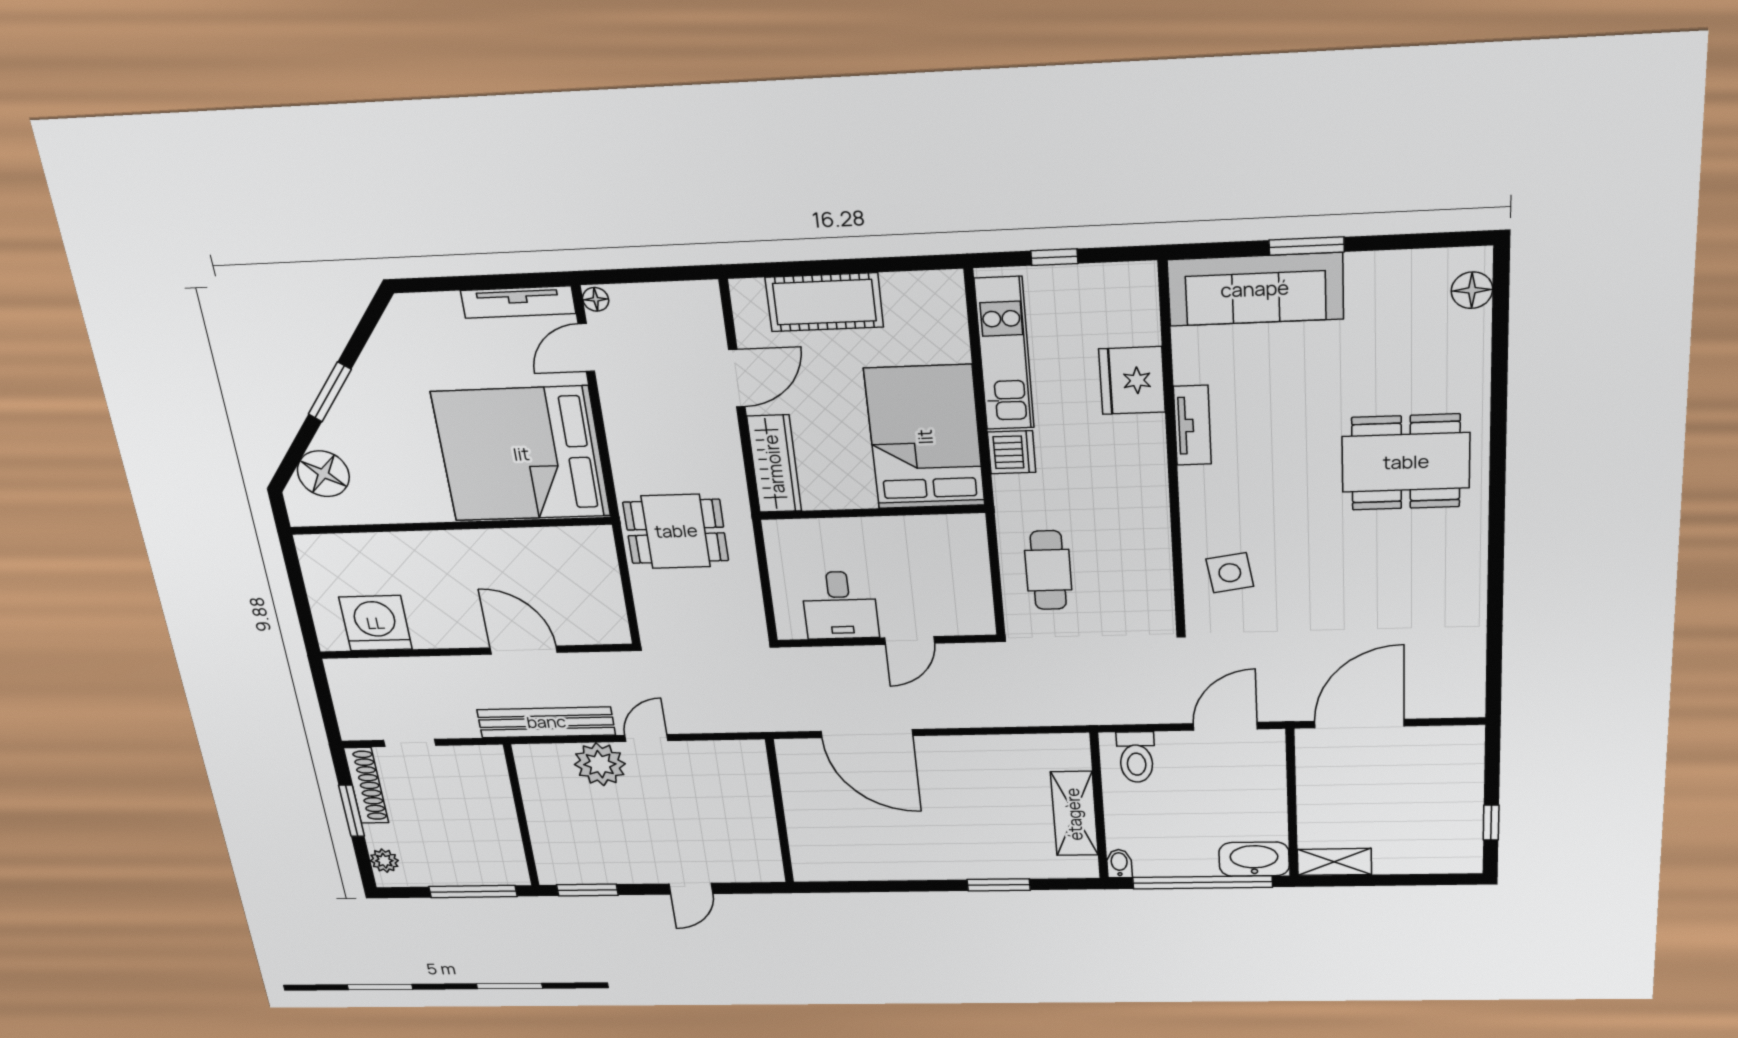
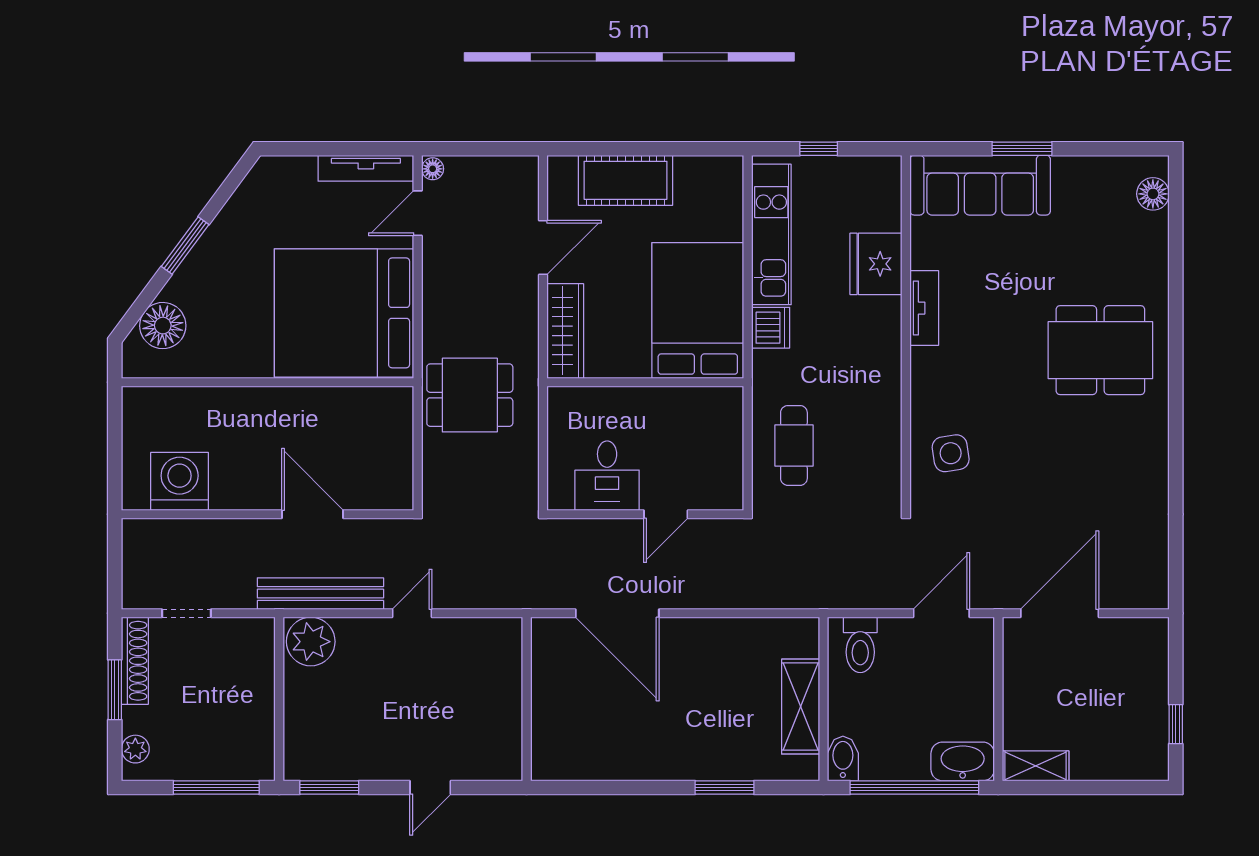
plant: (600, 764) -> (311, 642), moved
bidet: (1119, 864) -> (843, 758), width x1.38, depth x1.36

